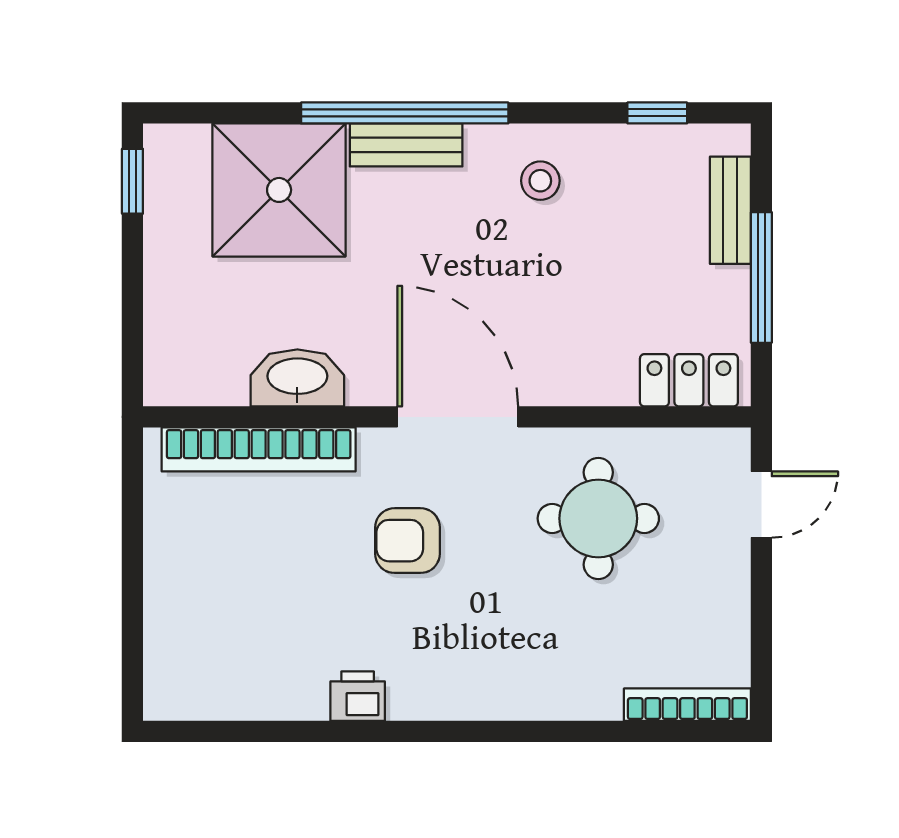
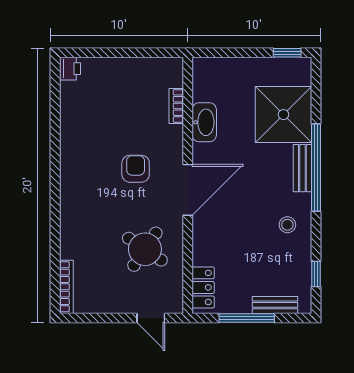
bookcase: (259, 449) -> (176, 106), width x0.43, depth x0.76
round table: (598, 518) -> (145, 249), turned 34
printer: (358, 696) -> (70, 69), moved

